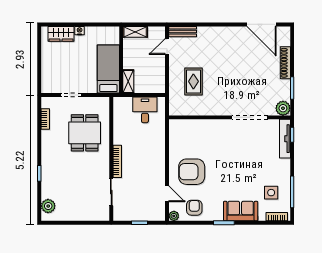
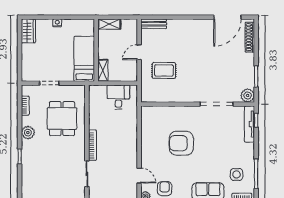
door: (261, 24) -> (227, 17), hinge flipped
wardrobe: (61, 34) -> (28, 31), moved, turned -90
door: (167, 47) -> (139, 52), moved
shoe rack: (285, 63) -> (250, 37), moved
rug: (193, 81) -> (164, 70), turned 90
armchair: (192, 172) -> (181, 143), moved
plant: (48, 206) -> (28, 133), moved

